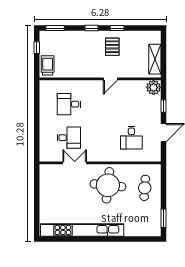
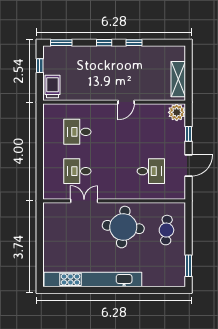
pallet: (112, 47) -> (128, 64), removed
desk: (69, 138) -> (77, 171), turned 180
desk: (131, 138) -> (151, 171), turned -90

